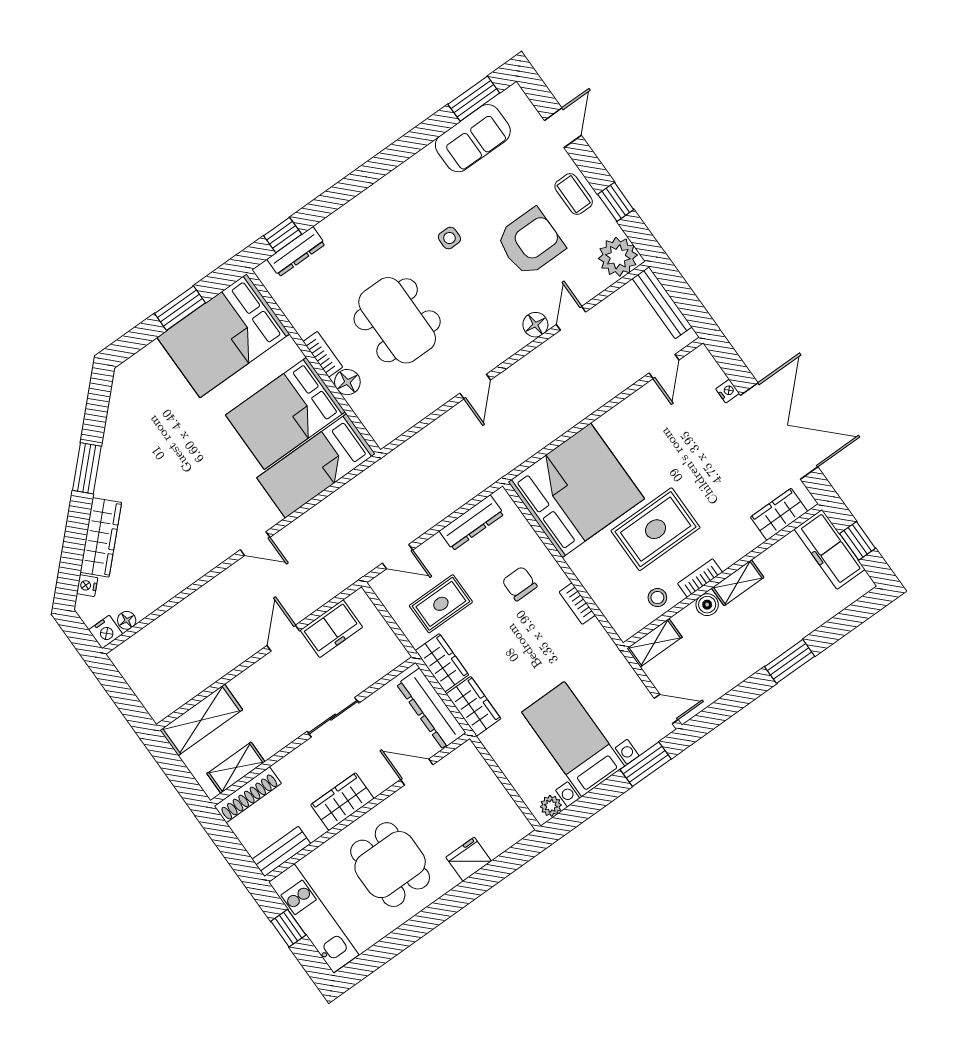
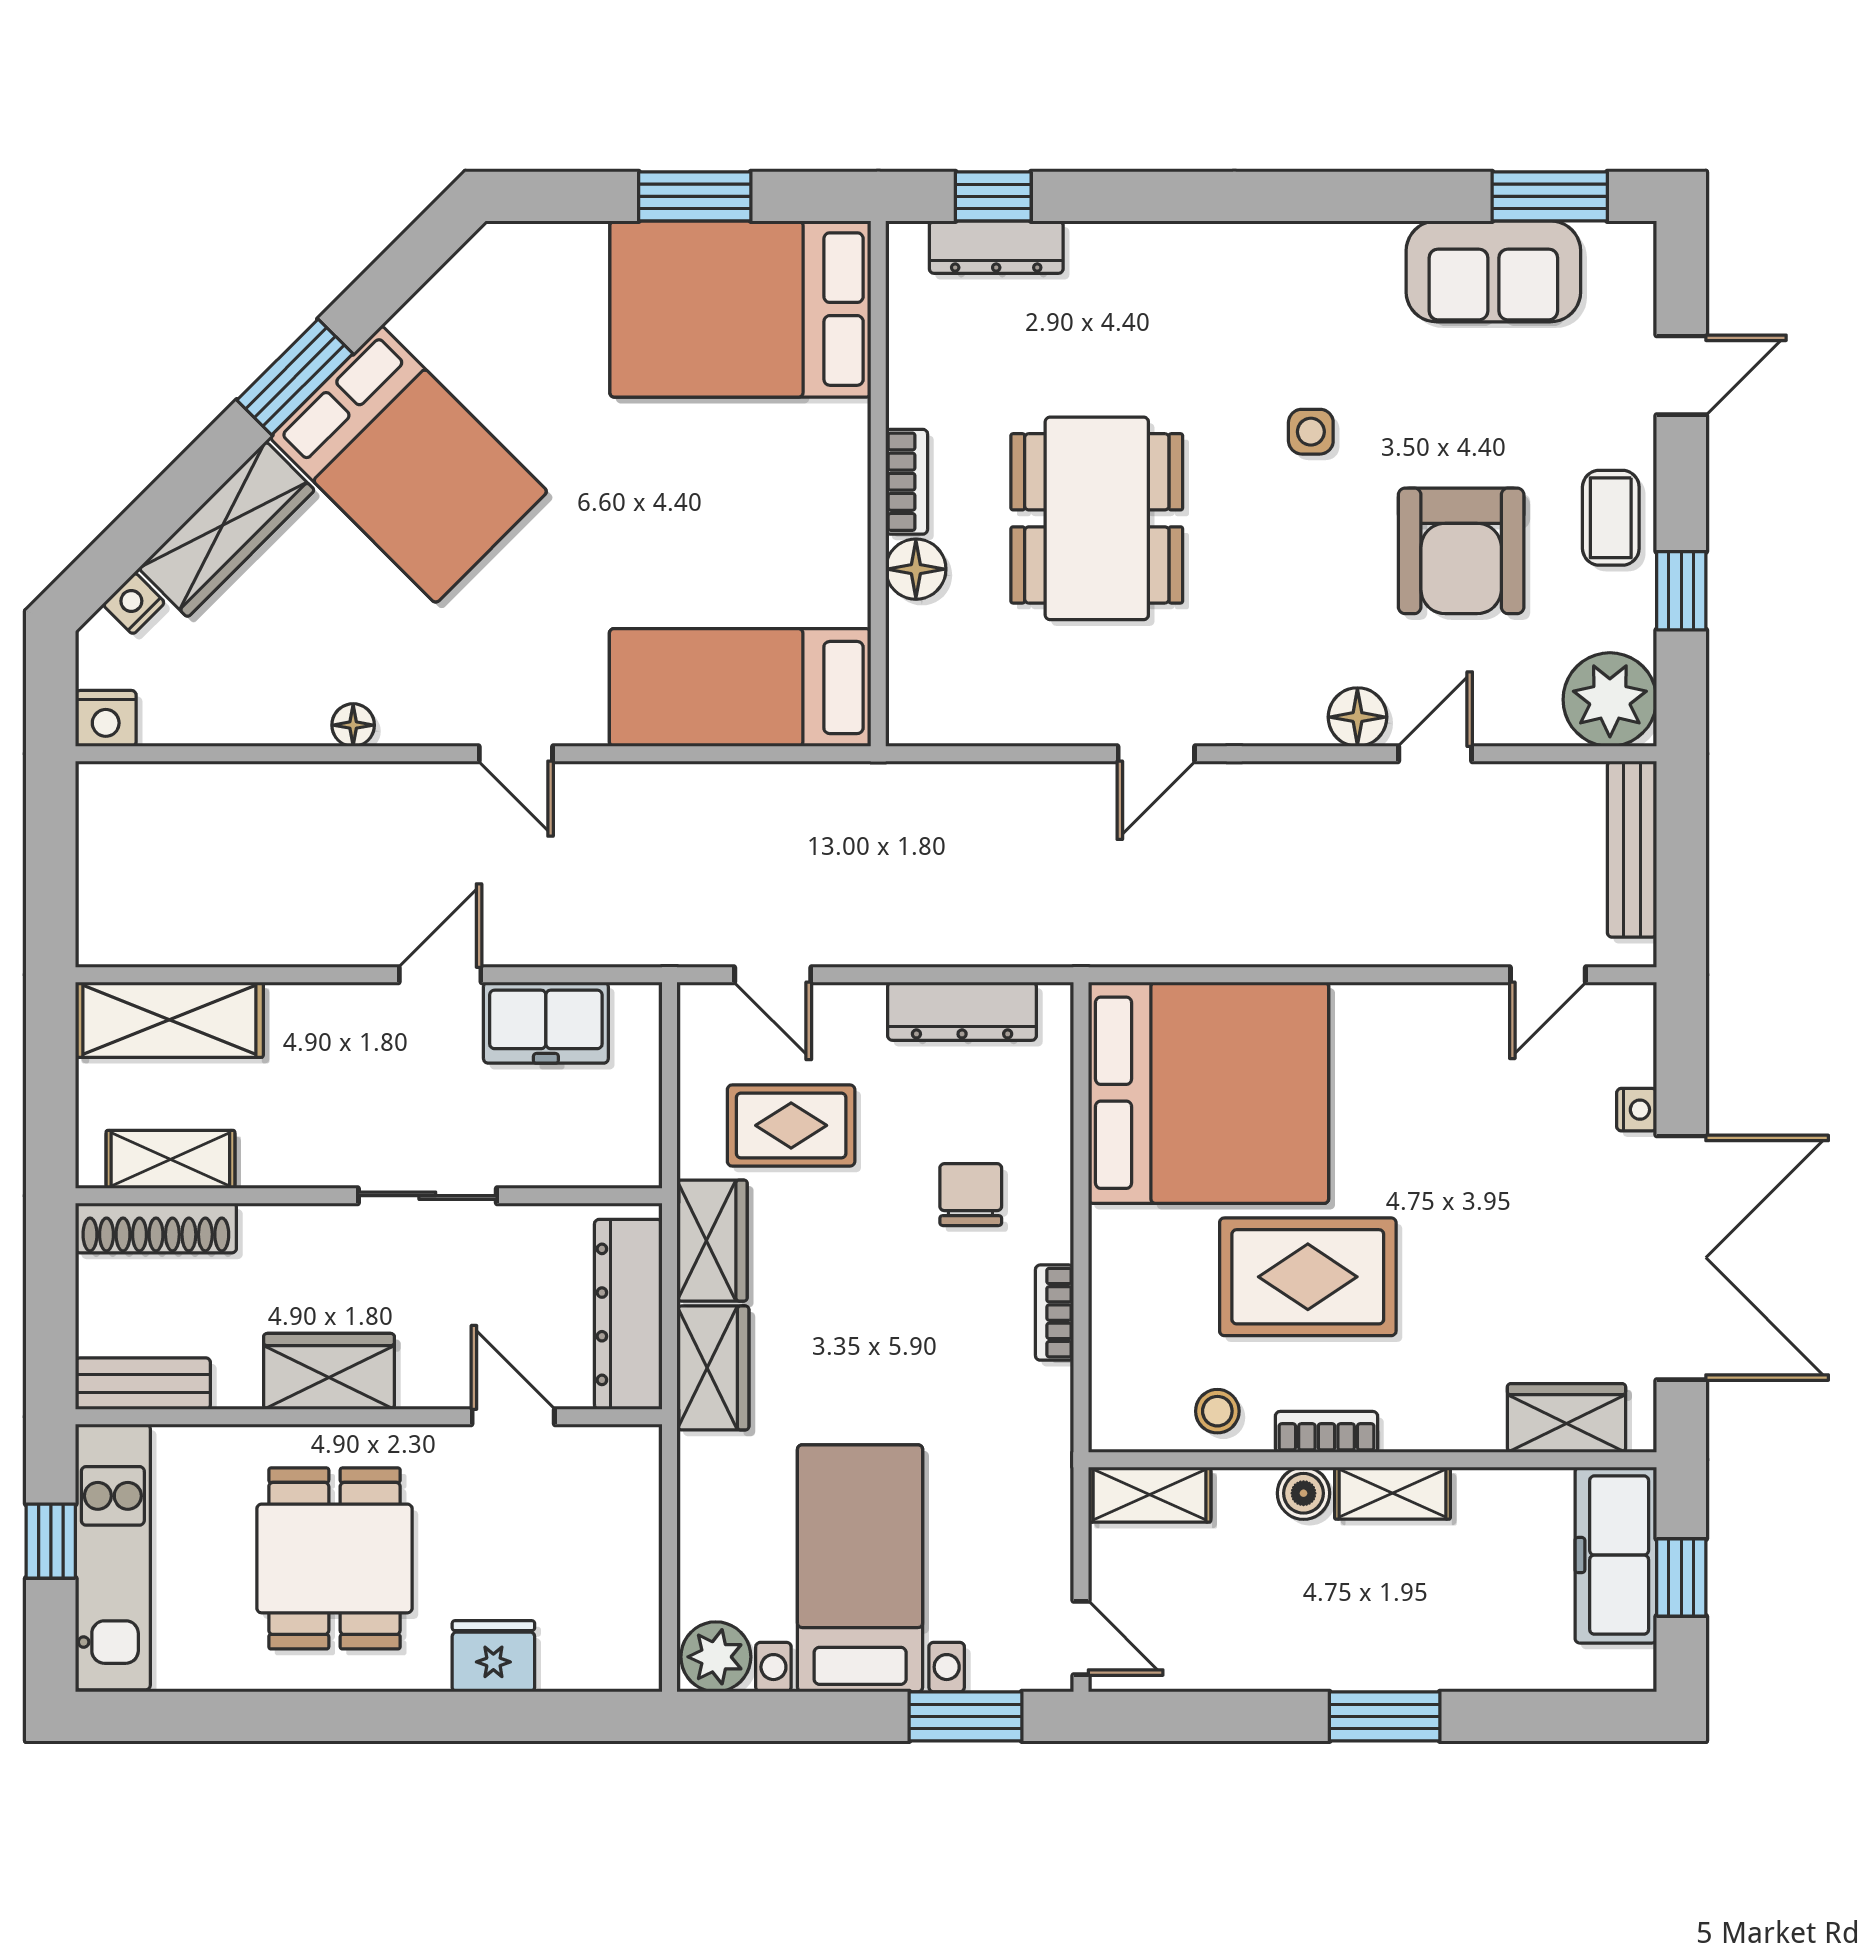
armchair: (530, 242) -> (1461, 551), turned 90
bed: (285, 413) -> (409, 464), moved, turned -135
floor lamp: (127, 620) -> (353, 725), moved
plant: (551, 806) -> (716, 1657), width x1.38, depth x1.38

